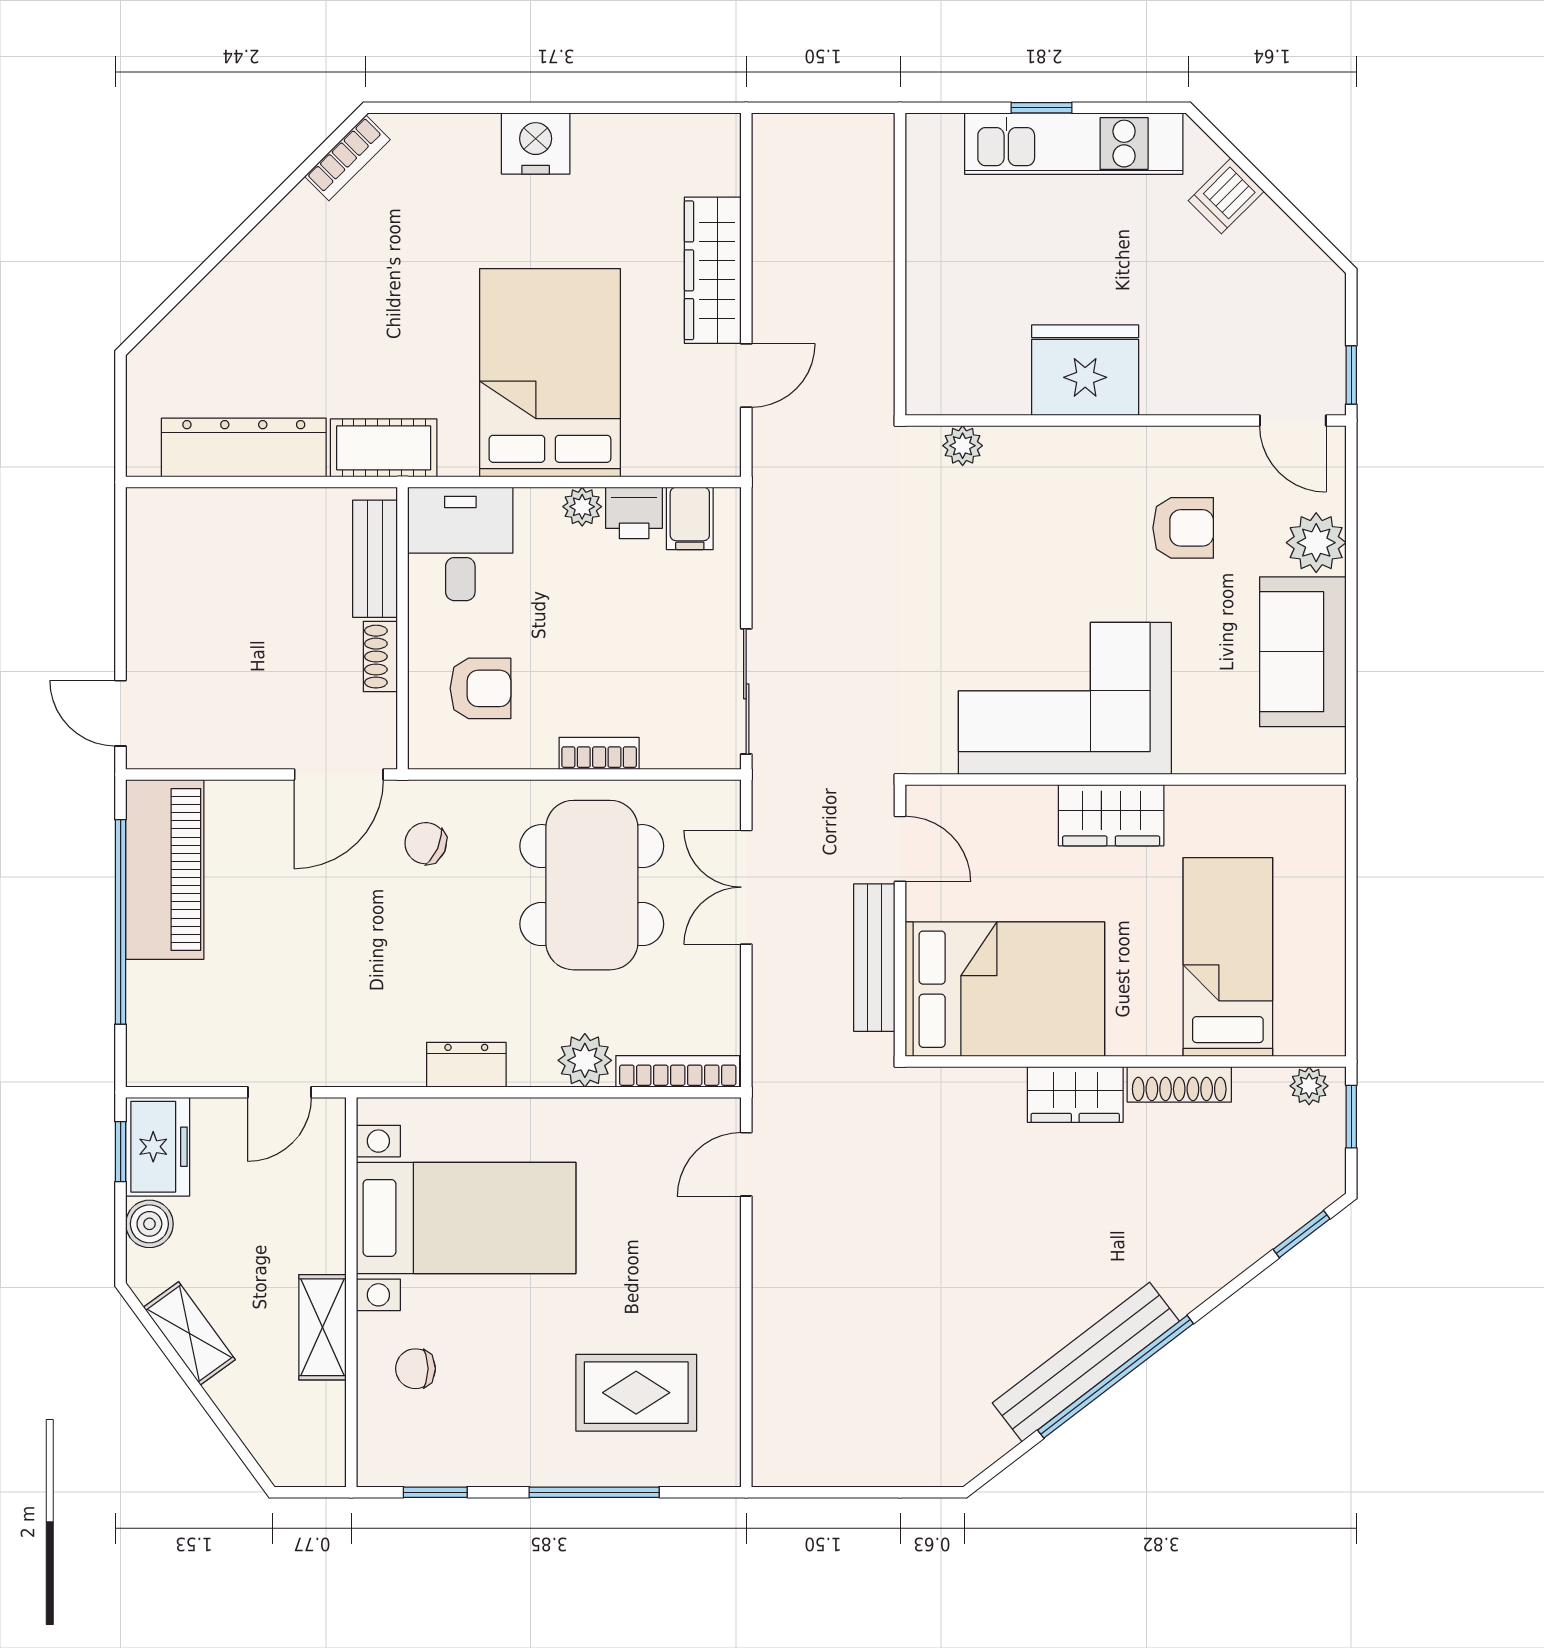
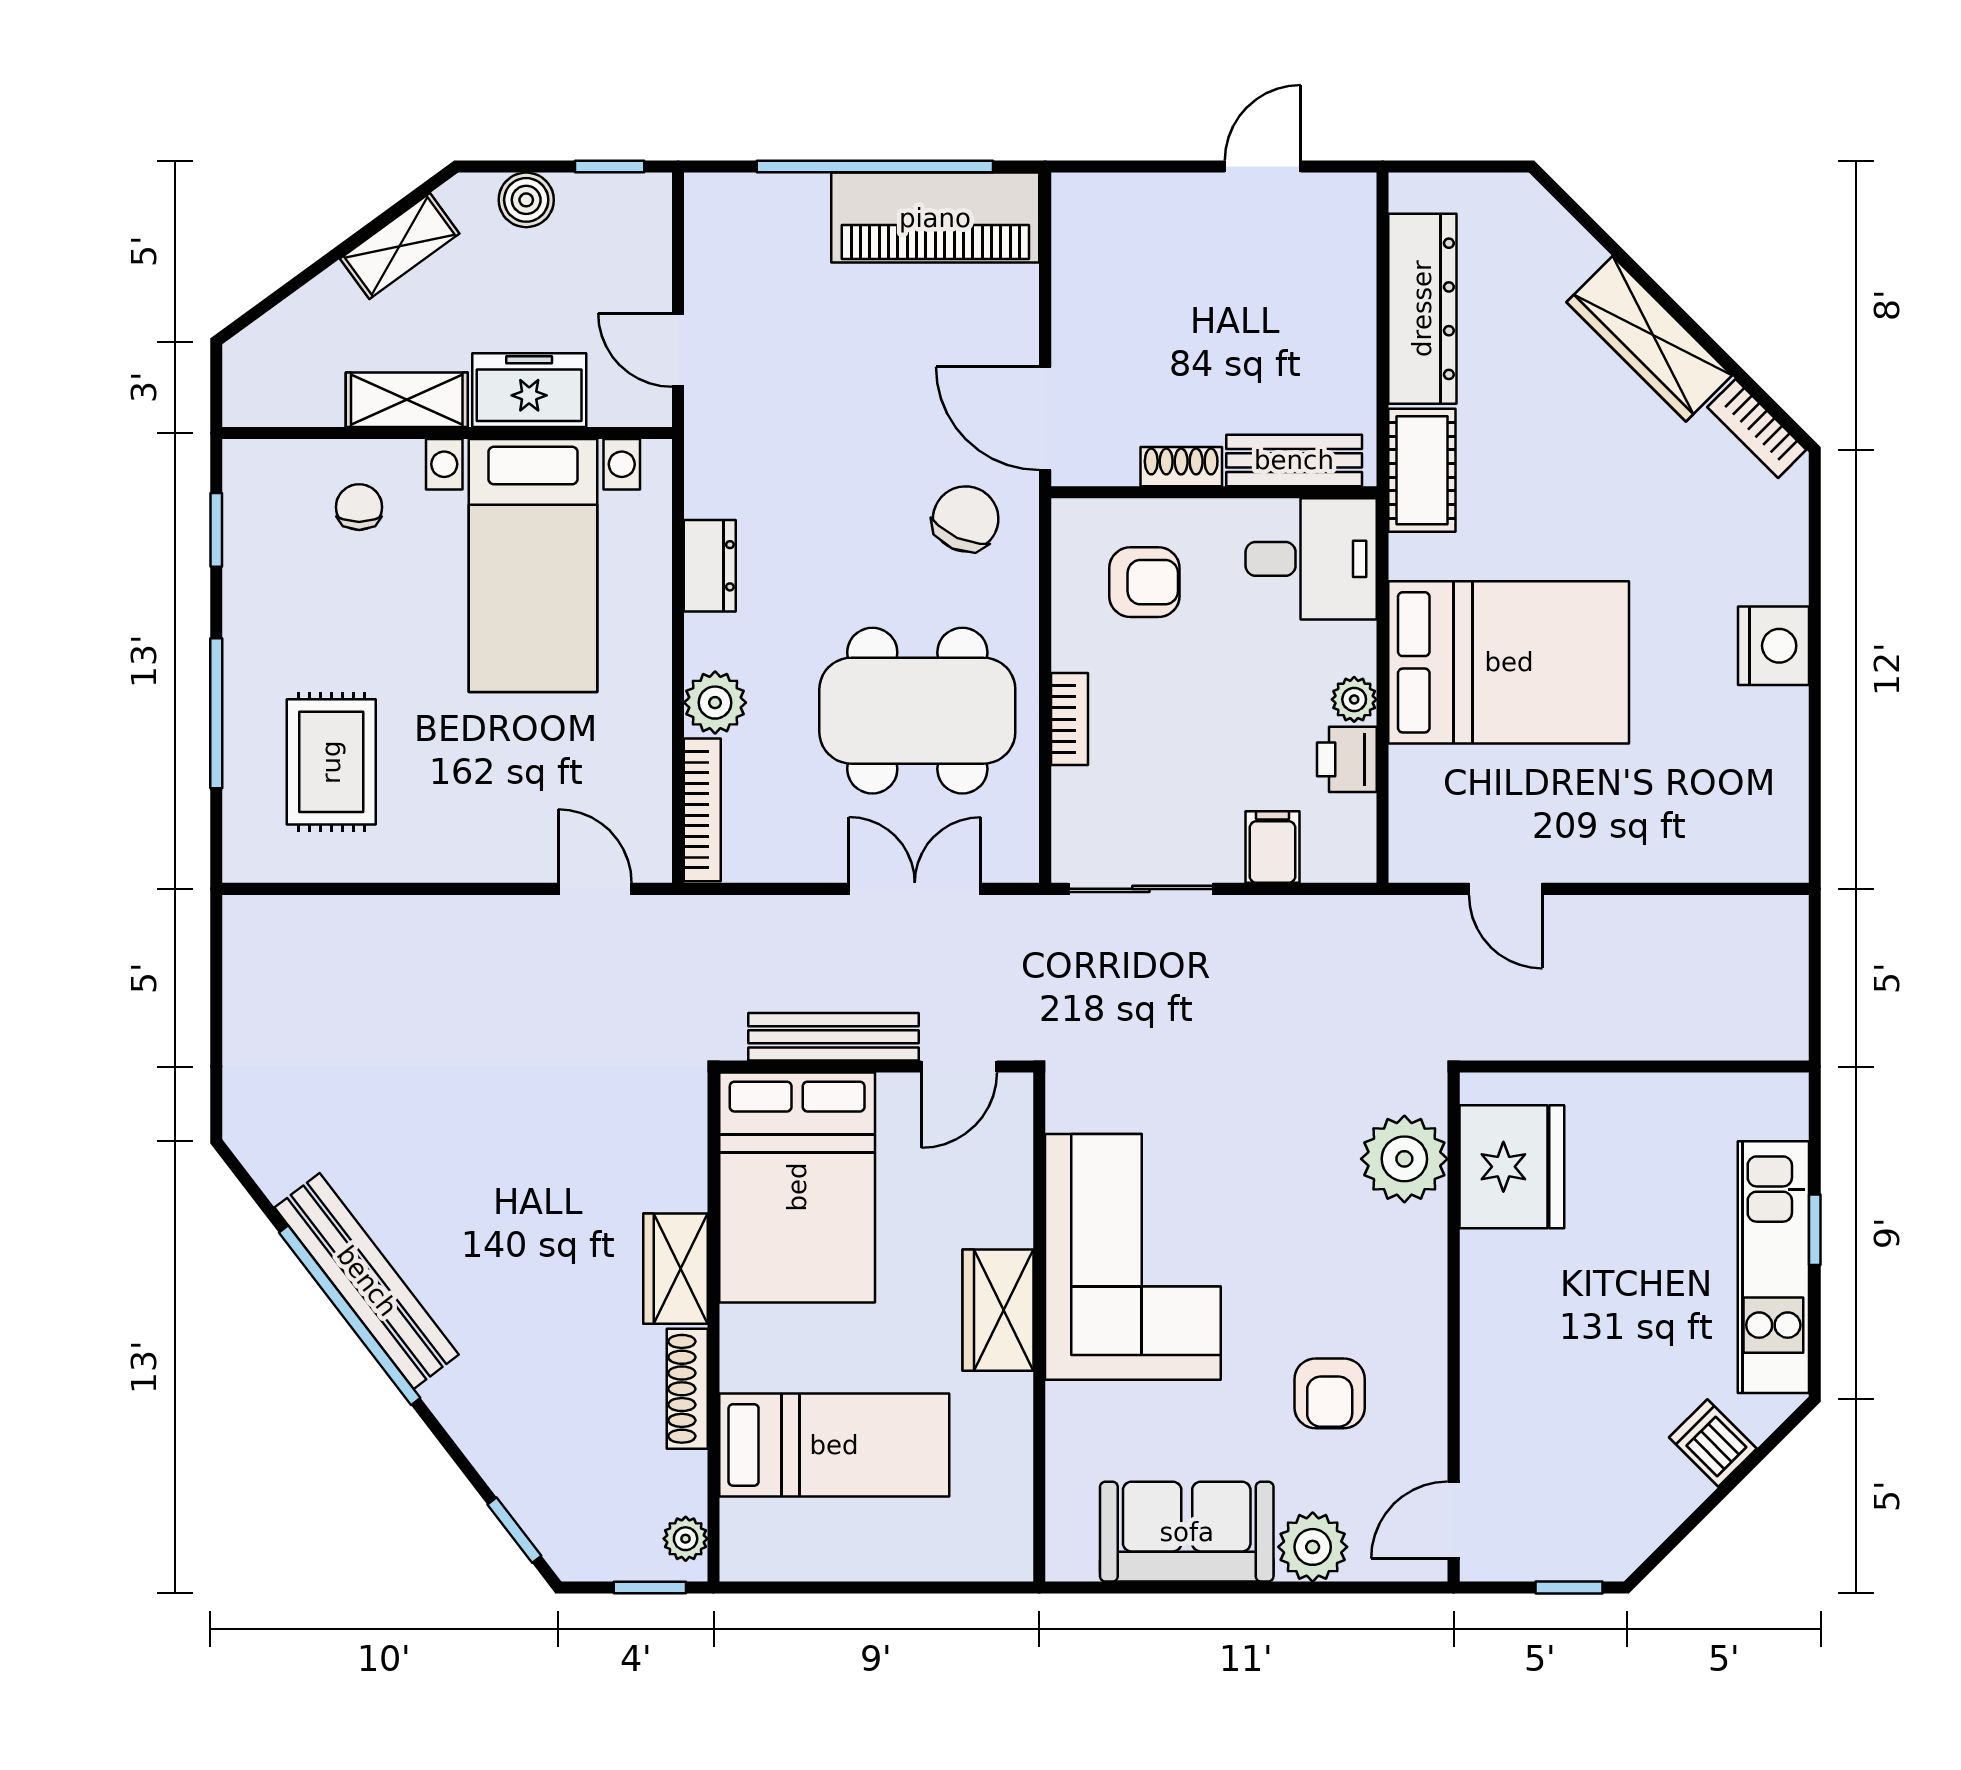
wardrobe: (713, 270) -> (1649, 339), moved, turned -135
fridge: (1085, 370) -> (1512, 1167), moved
window: (1351, 375) -> (1569, 1588), moved
plant: (963, 446) -> (1404, 1159), width x1.87, depth x1.87
filing cabinet: (690, 518) -> (1272, 847), moved, turned 90
armchair: (480, 688) -> (1144, 582), turned -90
door: (121, 713) -> (1263, 167), moved
chair: (426, 843) -> (966, 519), width x1.37, depth x1.37
freezer: (158, 1147) -> (529, 390), moved, turned 180

